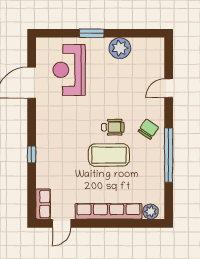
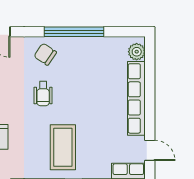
wheelchair: (113, 127) -> (43, 94), turned 180
coffee table: (109, 155) -> (63, 147), moved

